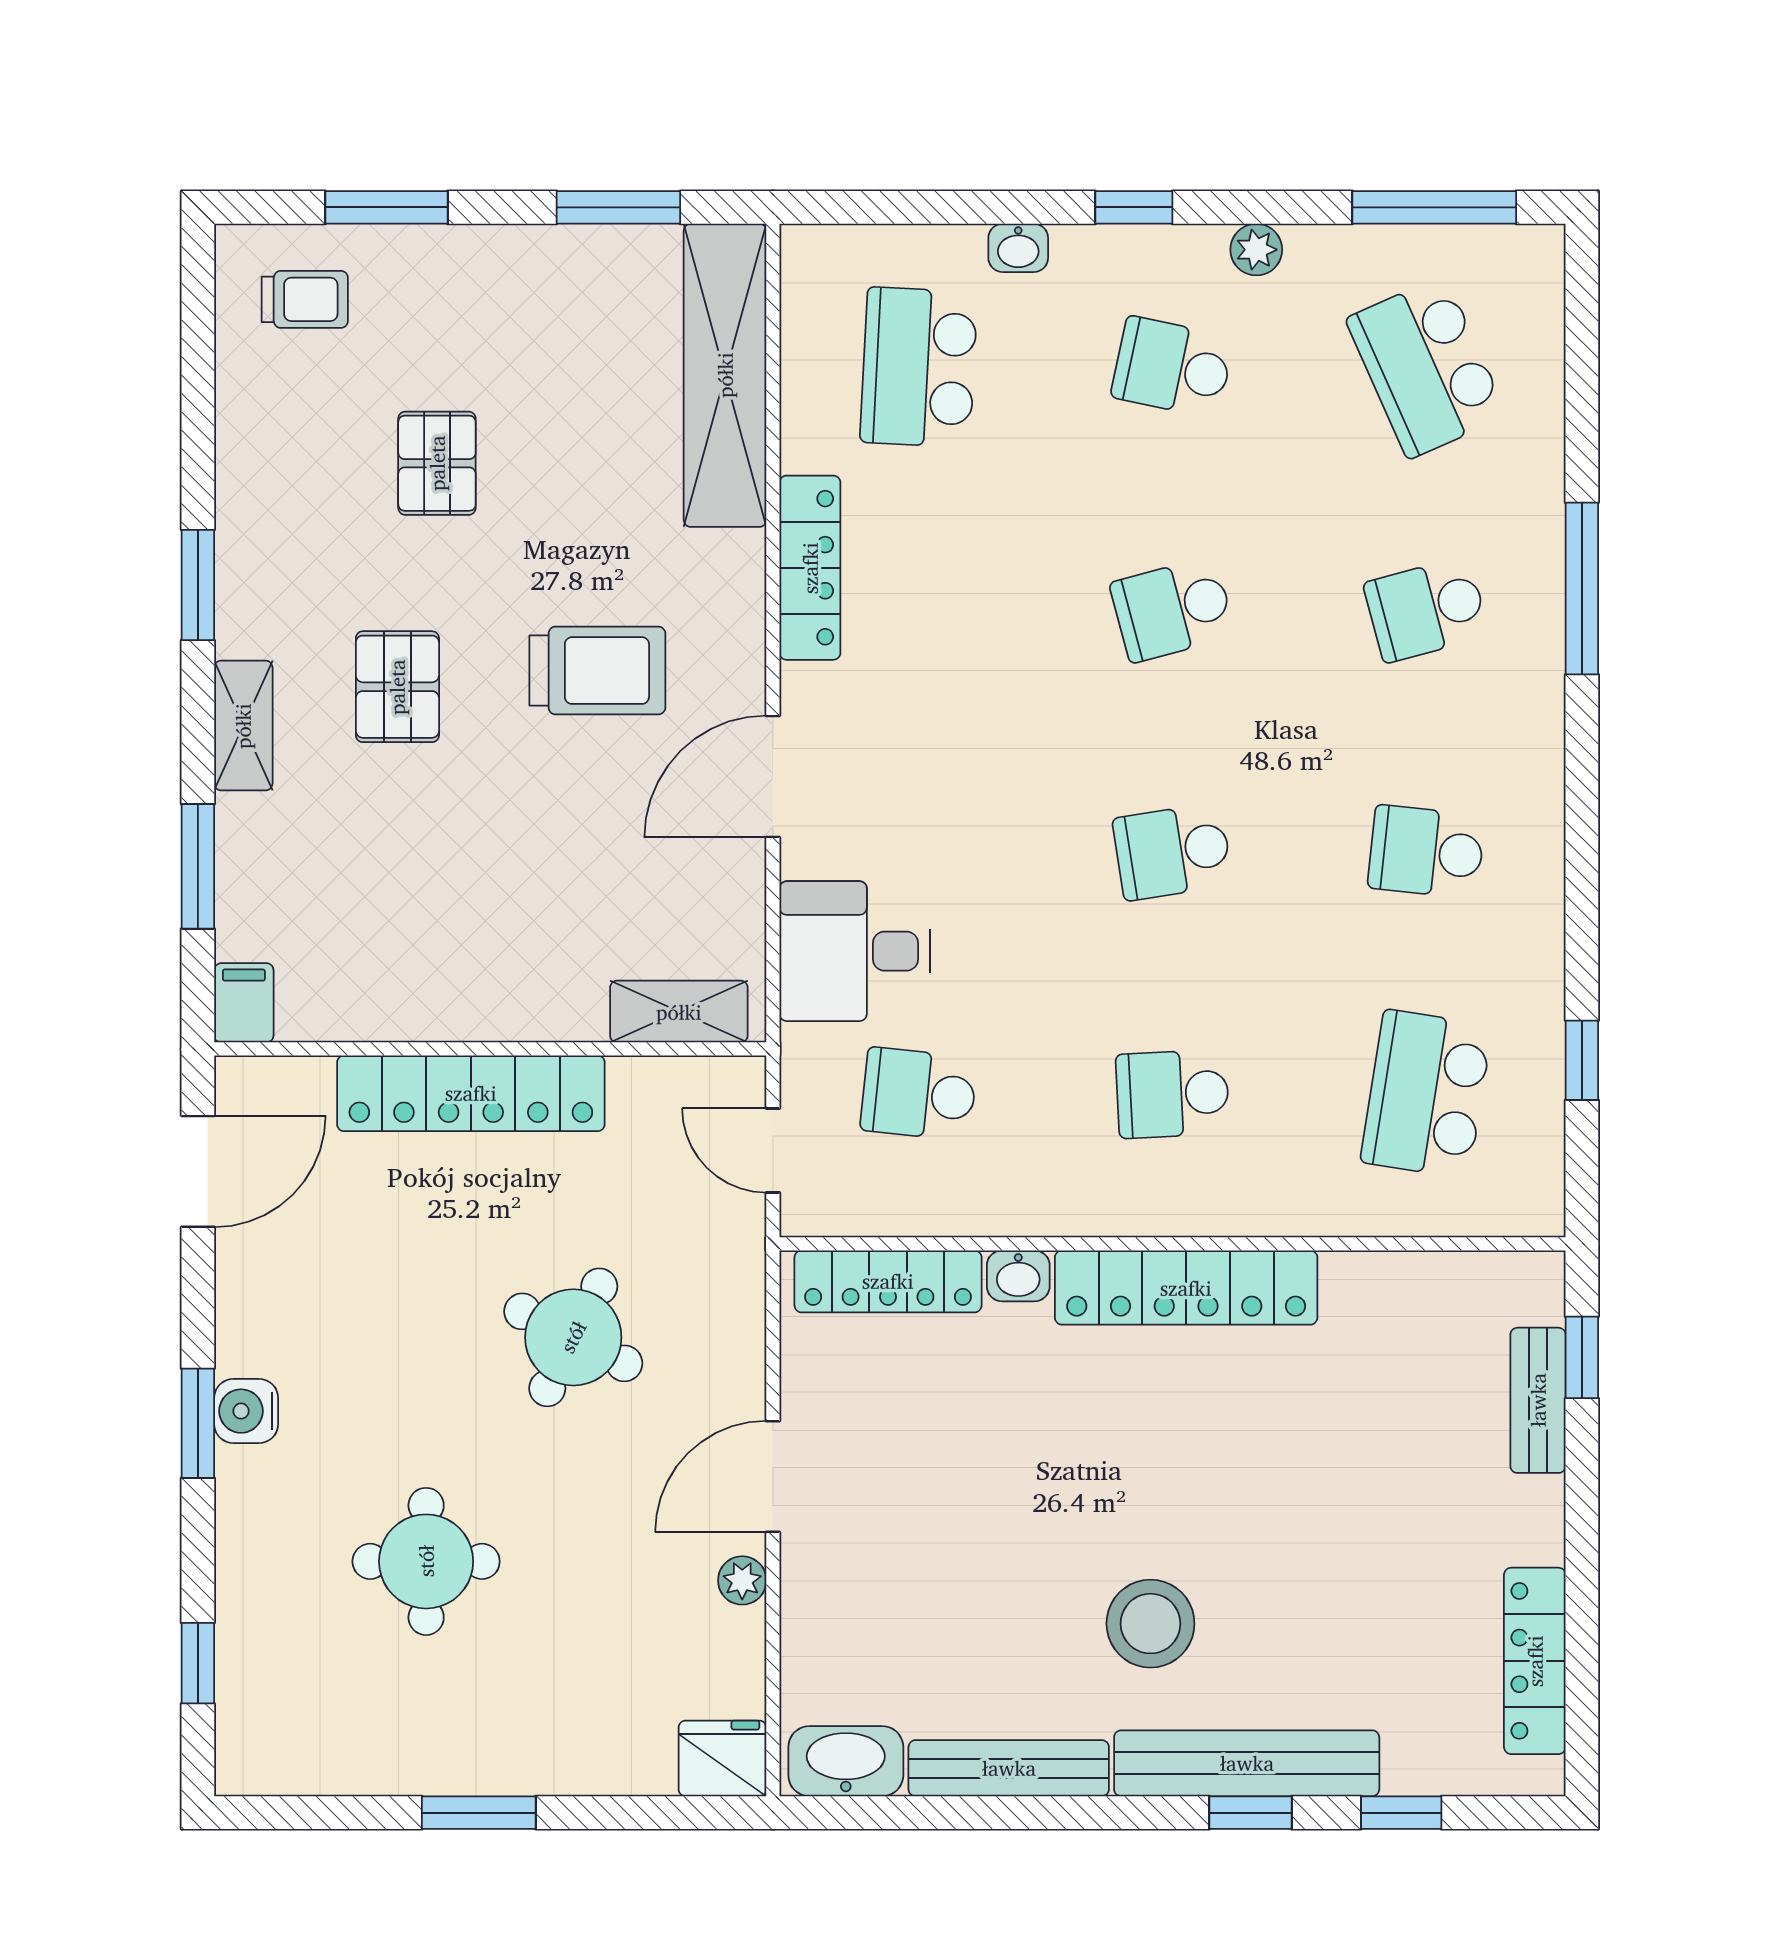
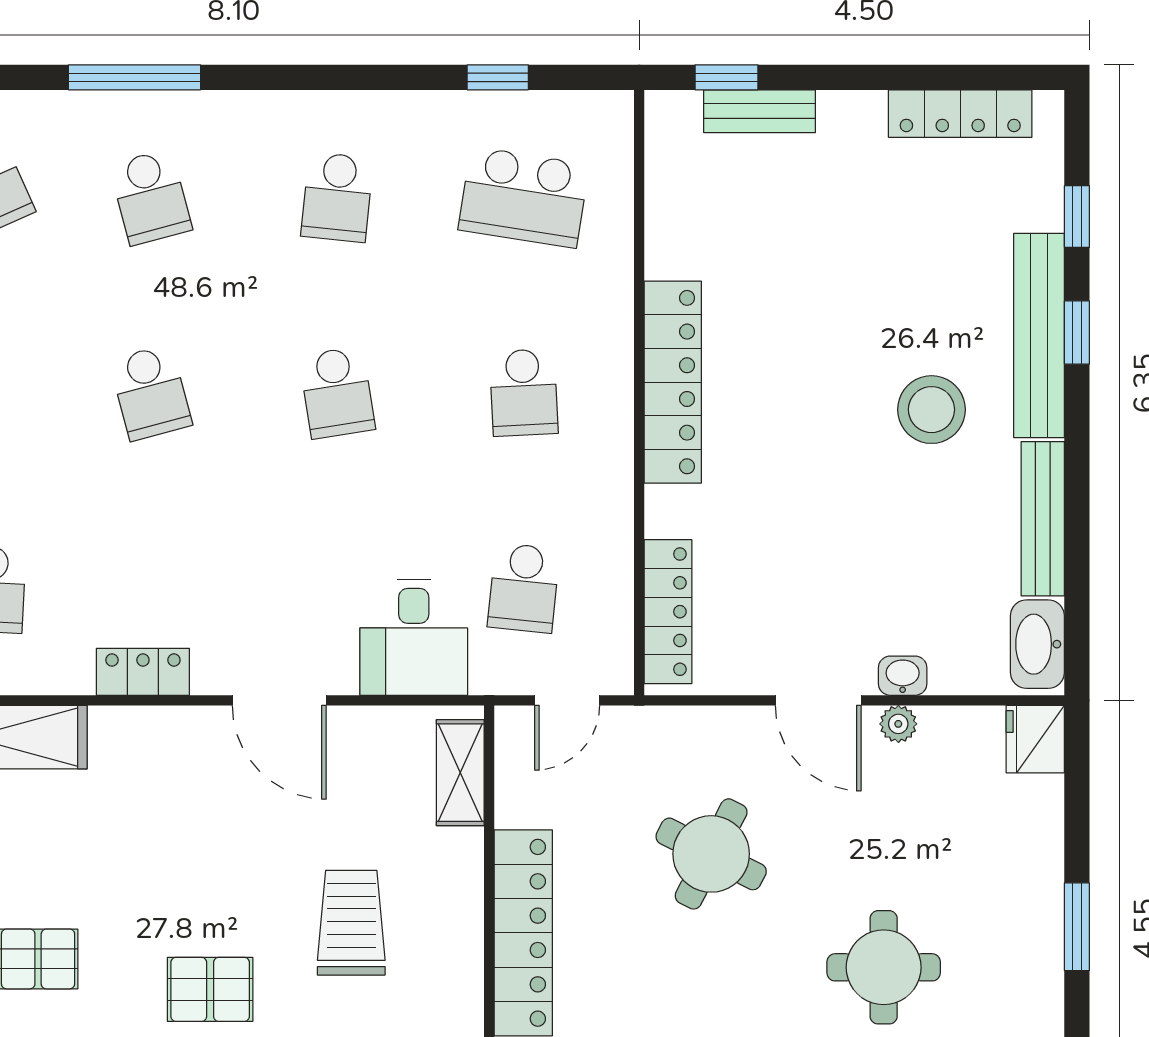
locker: (810, 568) -> (143, 672), width x0.66
trolley: (597, 671) -> (351, 923), moved
washbasin: (1018, 1276) -> (903, 676), moved, turned -90

